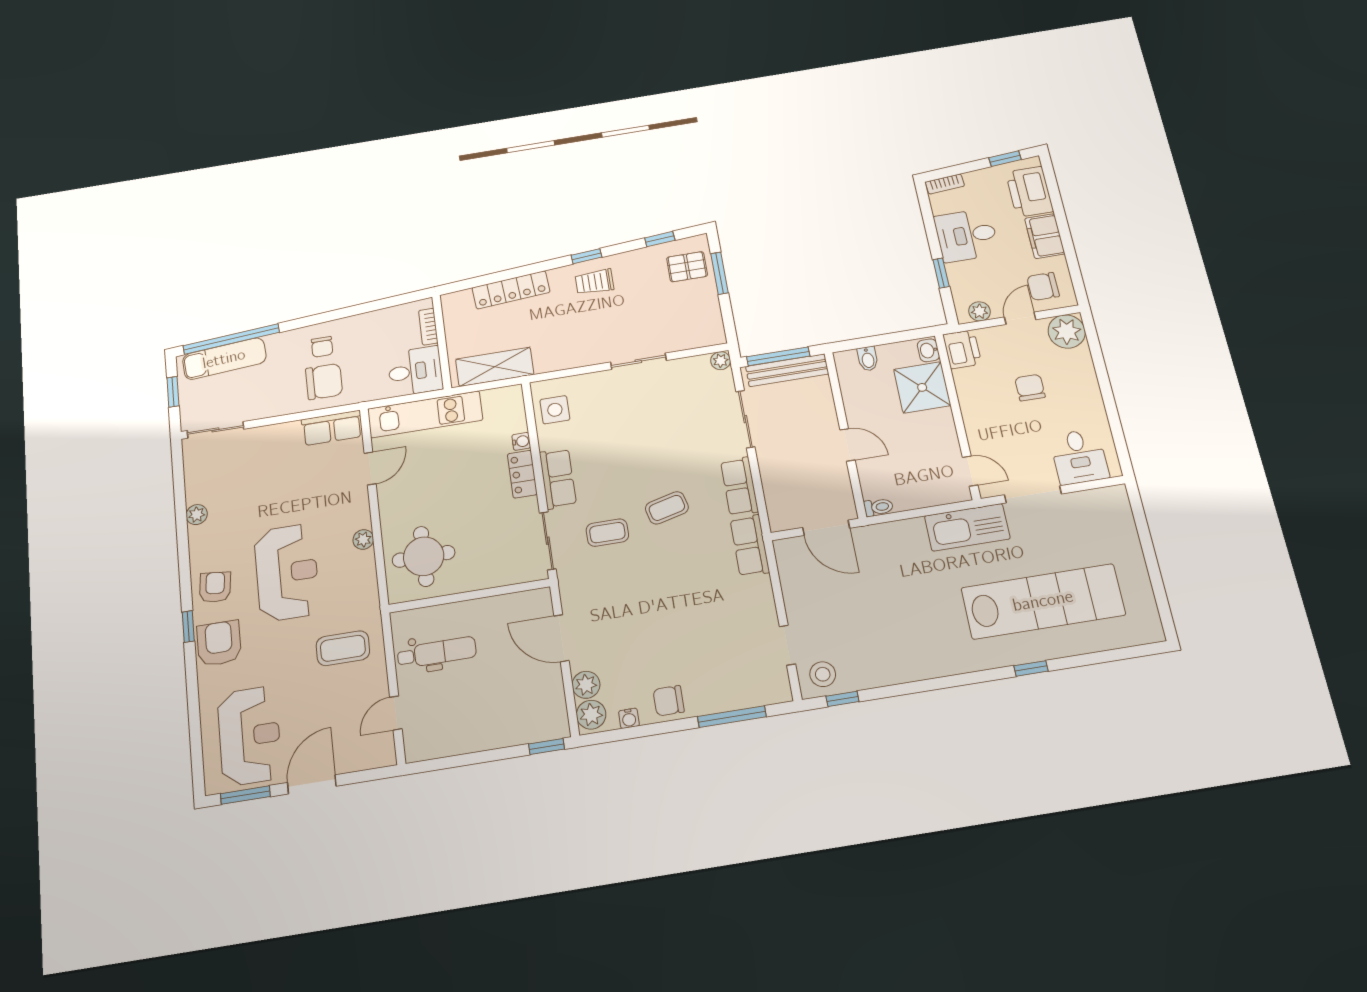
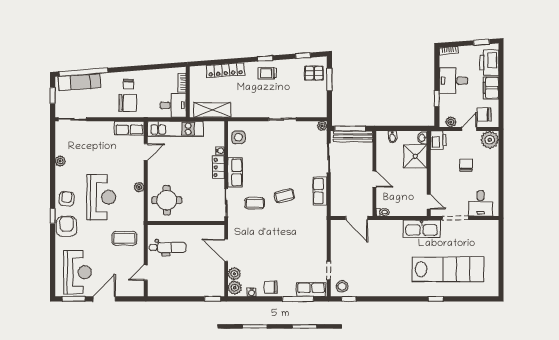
row of seats: (750, 546) -> (311, 290), moved, turned 90

